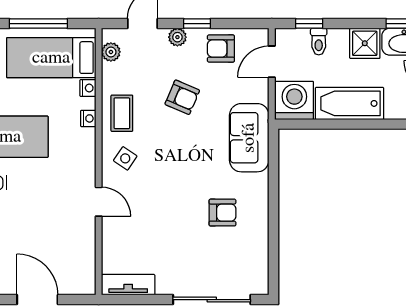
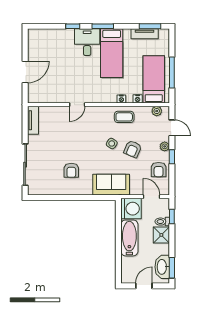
shower: (365, 43) -> (161, 235), moved
armchair: (221, 49) -> (159, 170), turned 180
side table: (125, 158) -> (112, 143), moved

